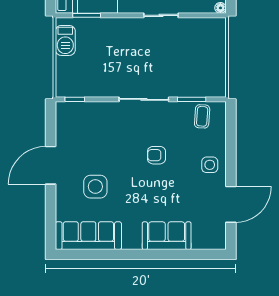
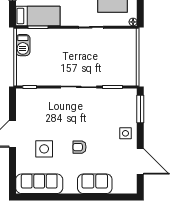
coffee table: (202, 116) -> (120, 99), removed
window: (231, 130) -> (140, 109), added
armchair: (156, 155) -> (79, 147), moved
door: (231, 204) -> (140, 161), hinge flipped

